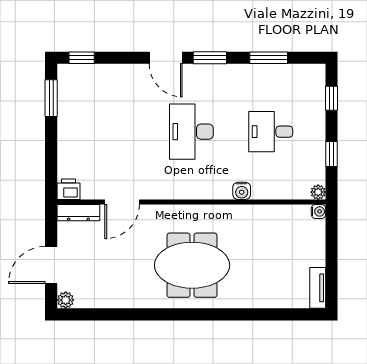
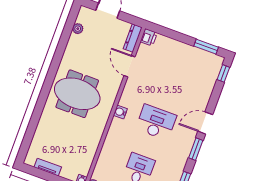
water cooler: (242, 191) -> (120, 112), moved
meeting table: (192, 265) -> (77, 94), turned 90
tv unit: (318, 288) -> (48, 167), moved
plant: (66, 300) -> (78, 29), moved

